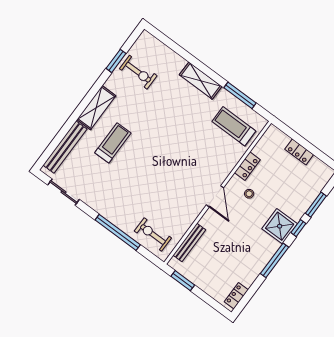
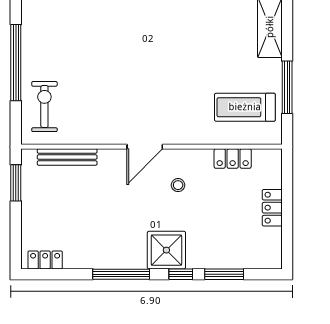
treadmill: (234, 126) -> (245, 107), turned -90
locker: (247, 166) -> (233, 159), moved

